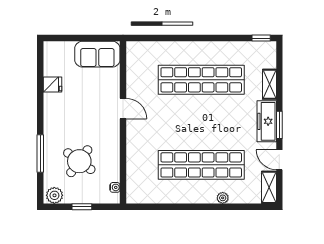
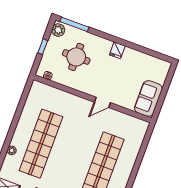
fridge: (52, 84) -> (117, 50), moved
window: (40, 154) -> (74, 24), moved
round table: (79, 161) -> (76, 57), turned -36

